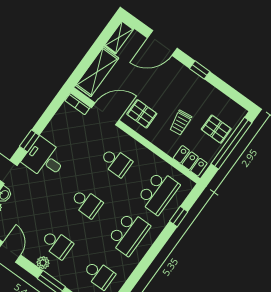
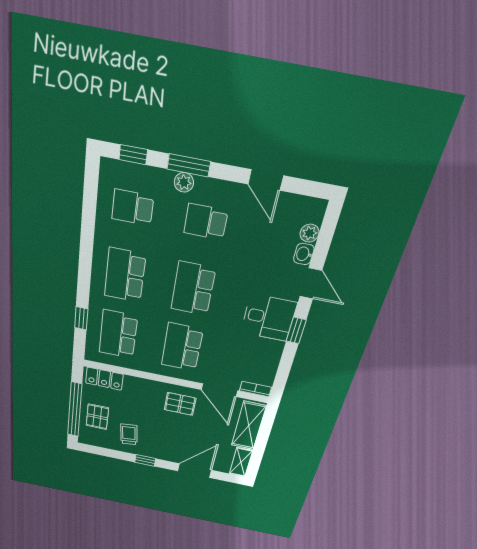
door: (105, 114) -> (219, 390), hinge flipped
trolley: (181, 123) -> (129, 434), moved
pallet: (216, 129) -> (97, 417), turned 90
school desk: (116, 162) -> (182, 347), width x1.85
school desk: (86, 203) -> (193, 289), width x1.85
plant: (43, 263) -> (184, 182), moved

